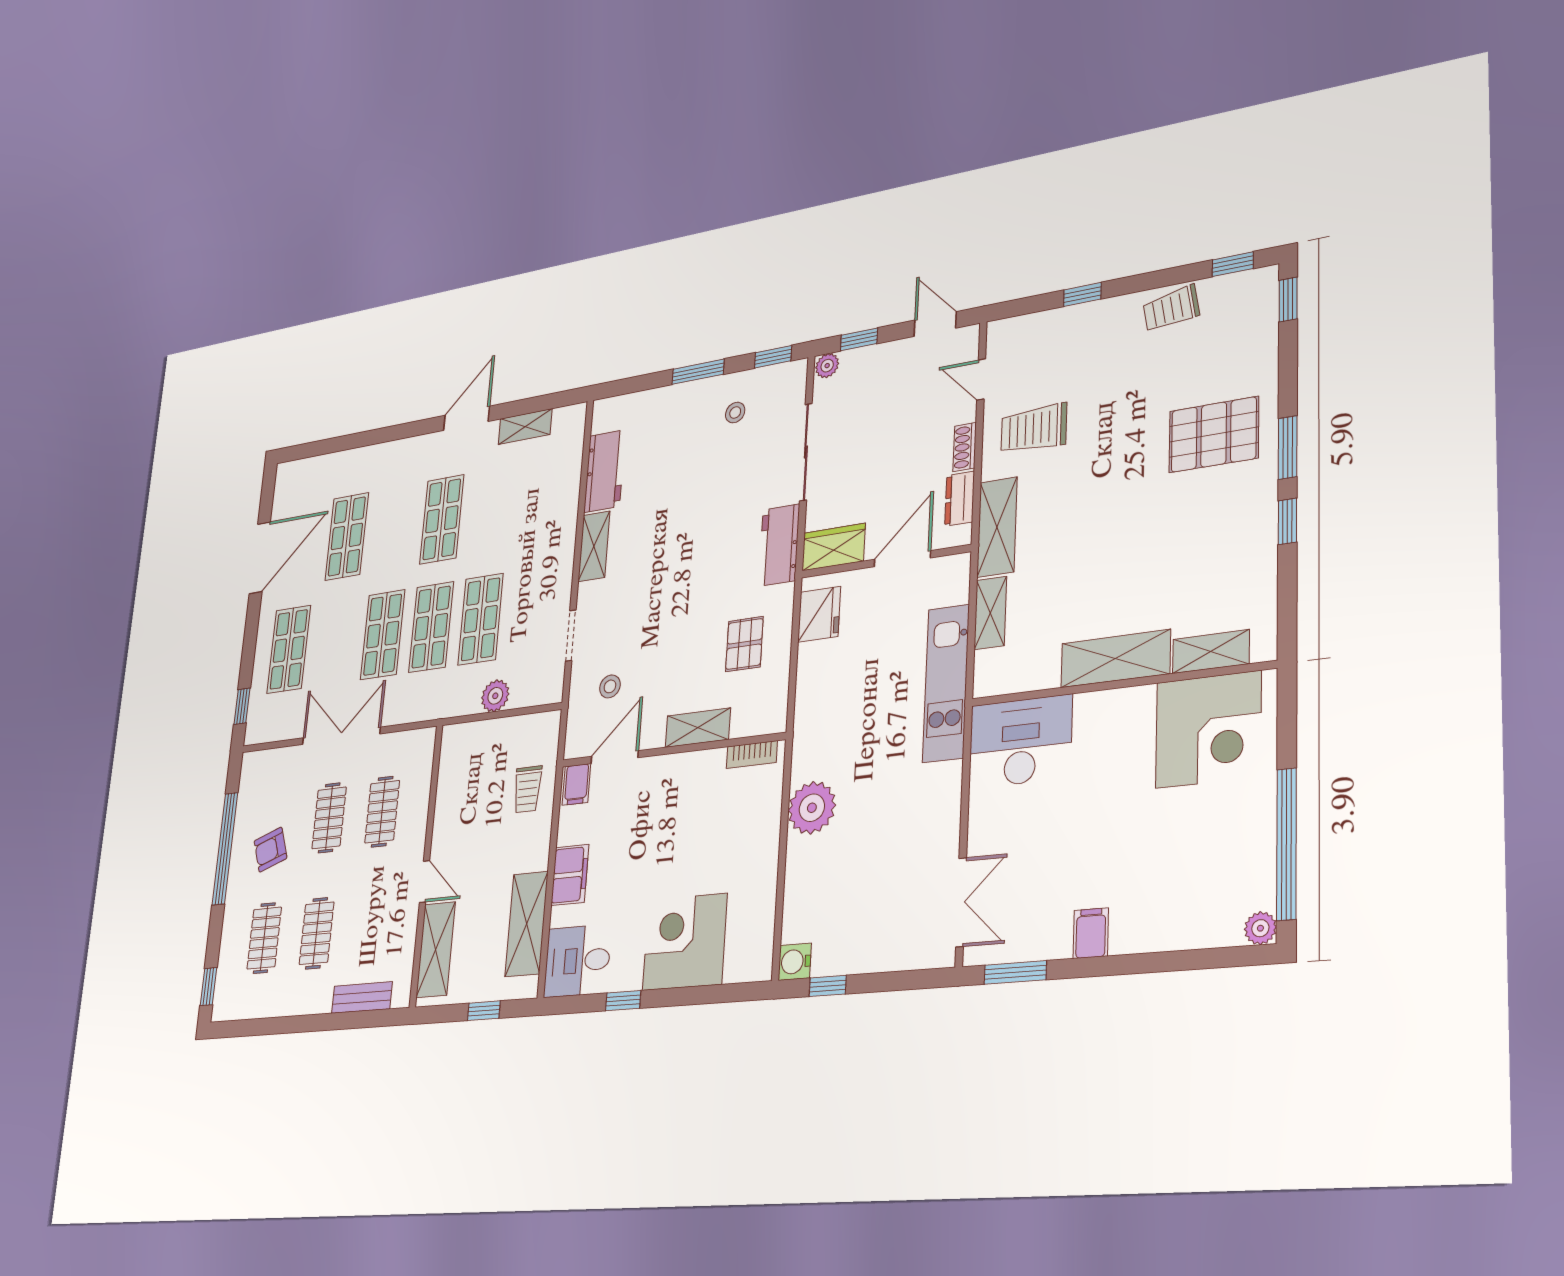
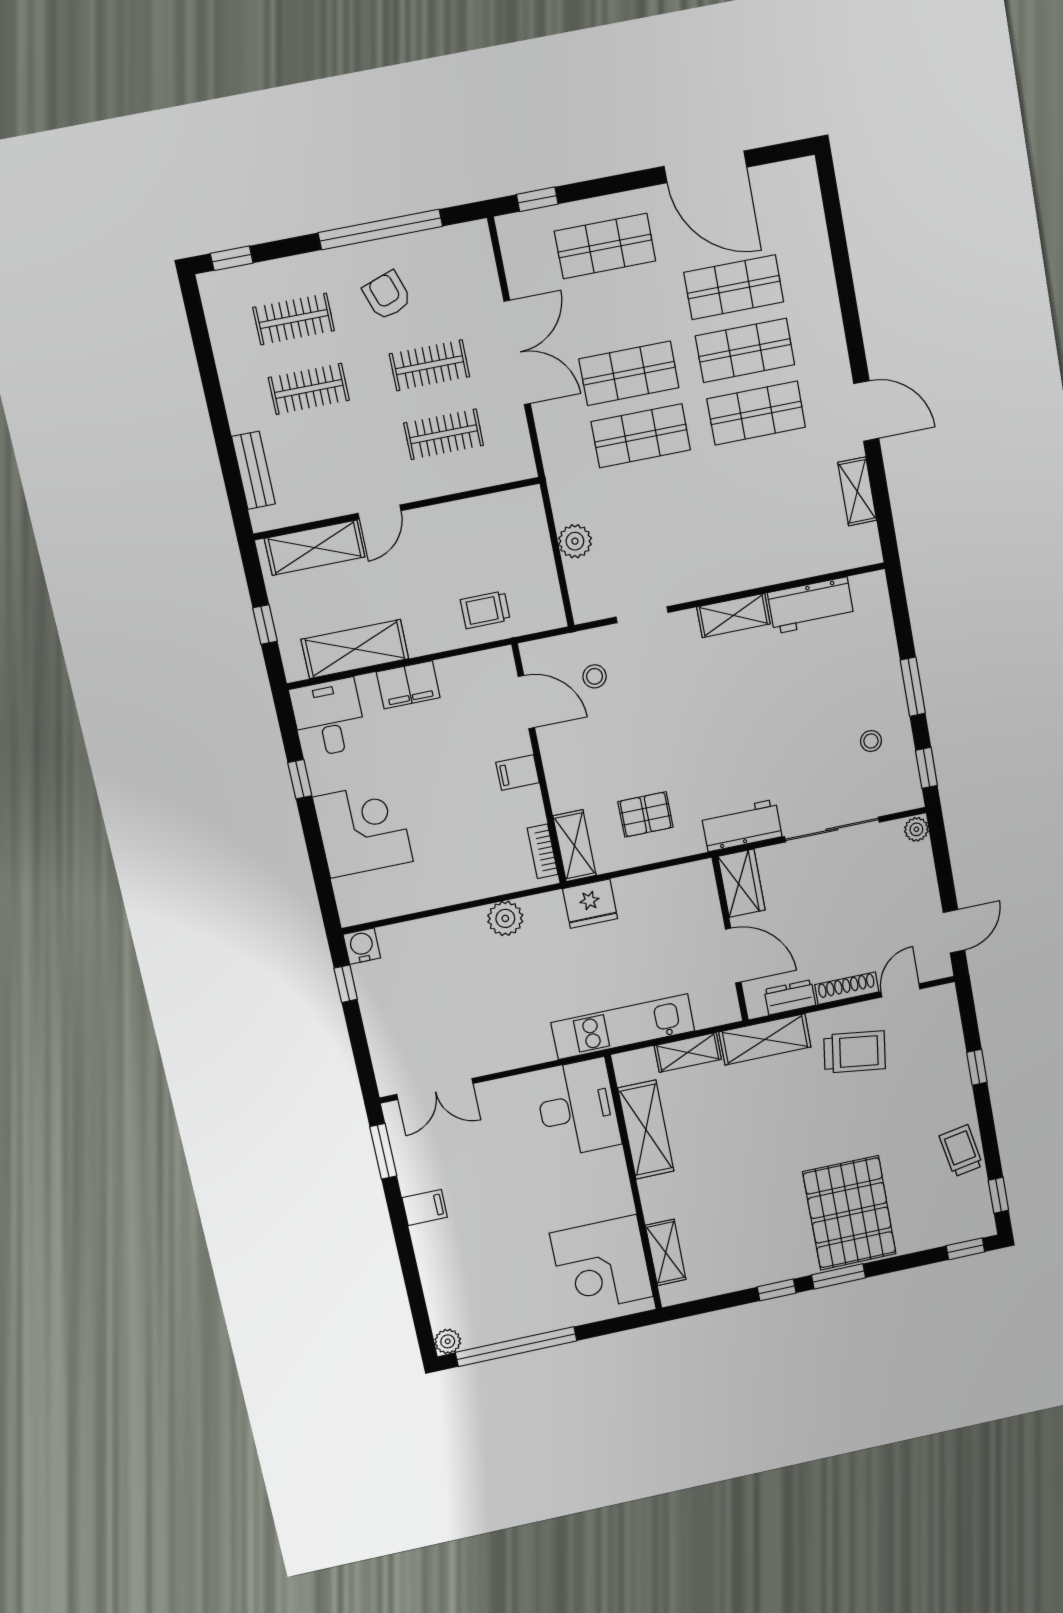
window: (859, 339) -> (941, 856), removed
trolley: (1034, 429) -> (855, 1052), turned 98
pallet: (1214, 435) -> (849, 1213), width x1.37, depth x1.41
shoe rack: (965, 447) -> (847, 988), width x1.43
fridge: (819, 614) -> (590, 904), moved
shop shelf: (481, 619) -> (745, 350), moved
shelving: (1115, 659) -> (646, 1130), moved
shelving: (698, 728) -> (574, 846), moved
filing cabinet: (576, 784) -> (518, 773), moved
plant: (812, 808) -> (505, 918), width x0.73, depth x0.73

